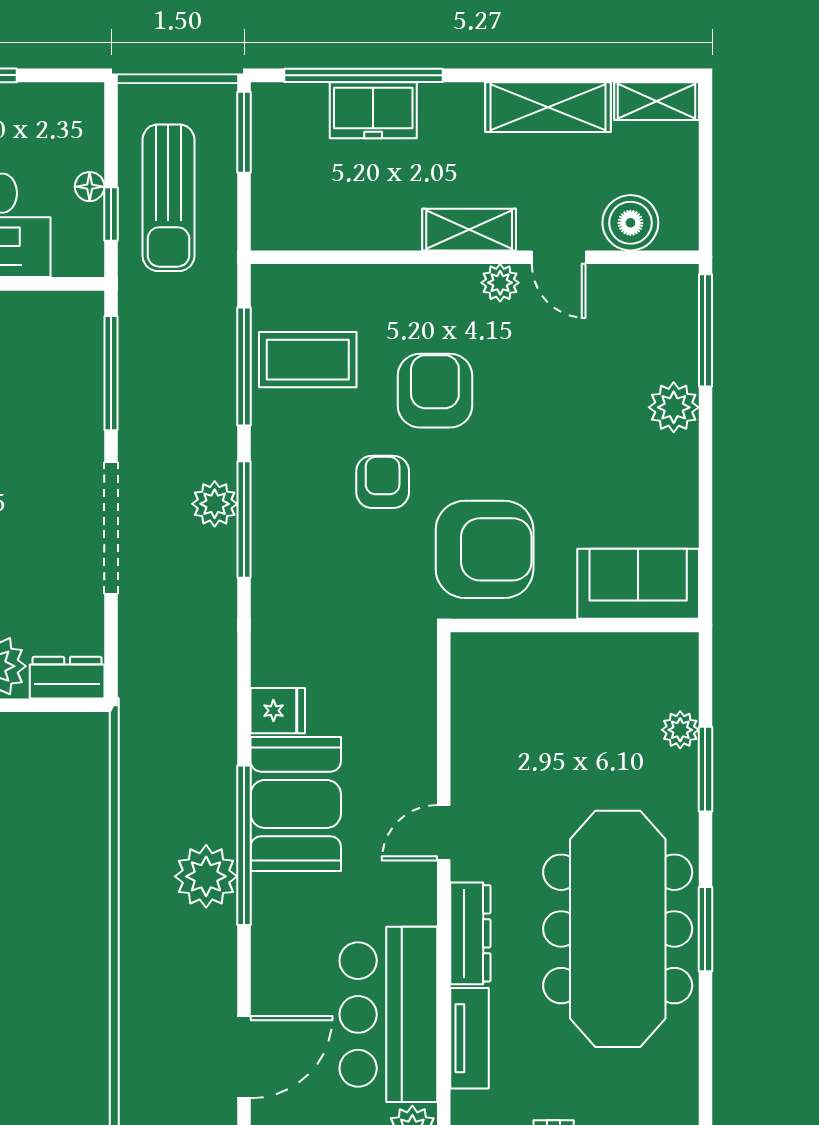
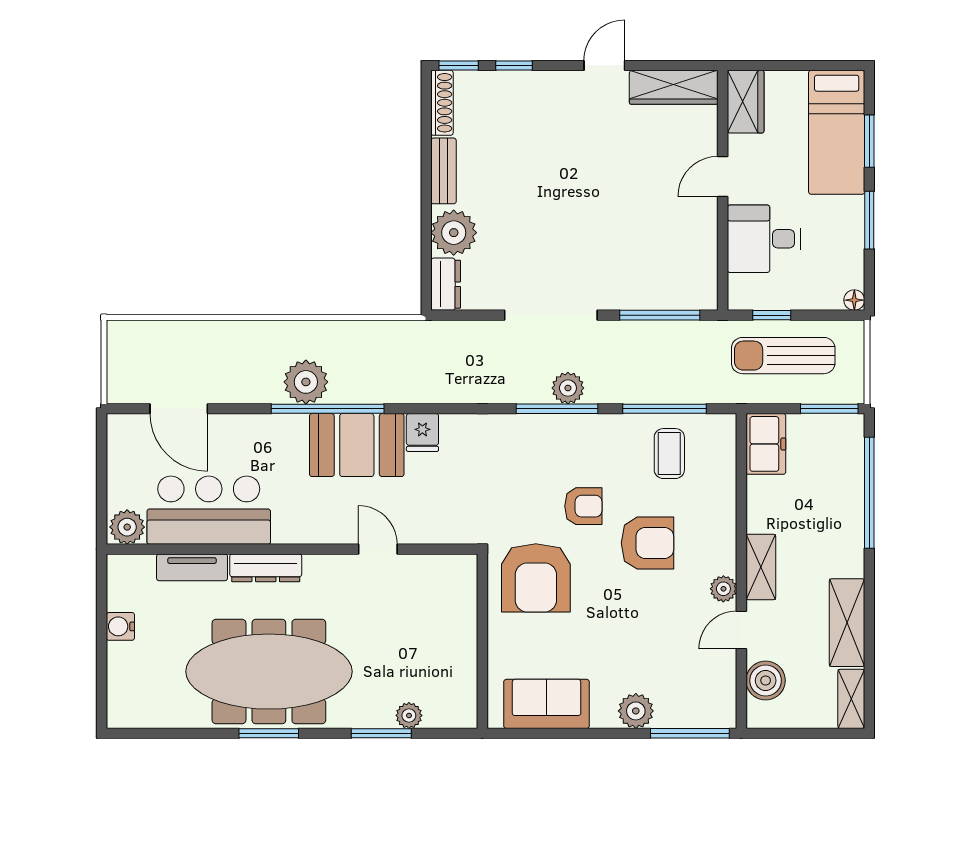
freezer: (373, 110) -> (766, 444), moved, turned 180
floor lamp: (90, 187) -> (854, 300), moved
coffee table: (308, 360) -> (669, 454), width x0.73, depth x0.77
sofa: (638, 584) -> (547, 704), moved, turned -90
door: (444, 833) -> (378, 549), moved

